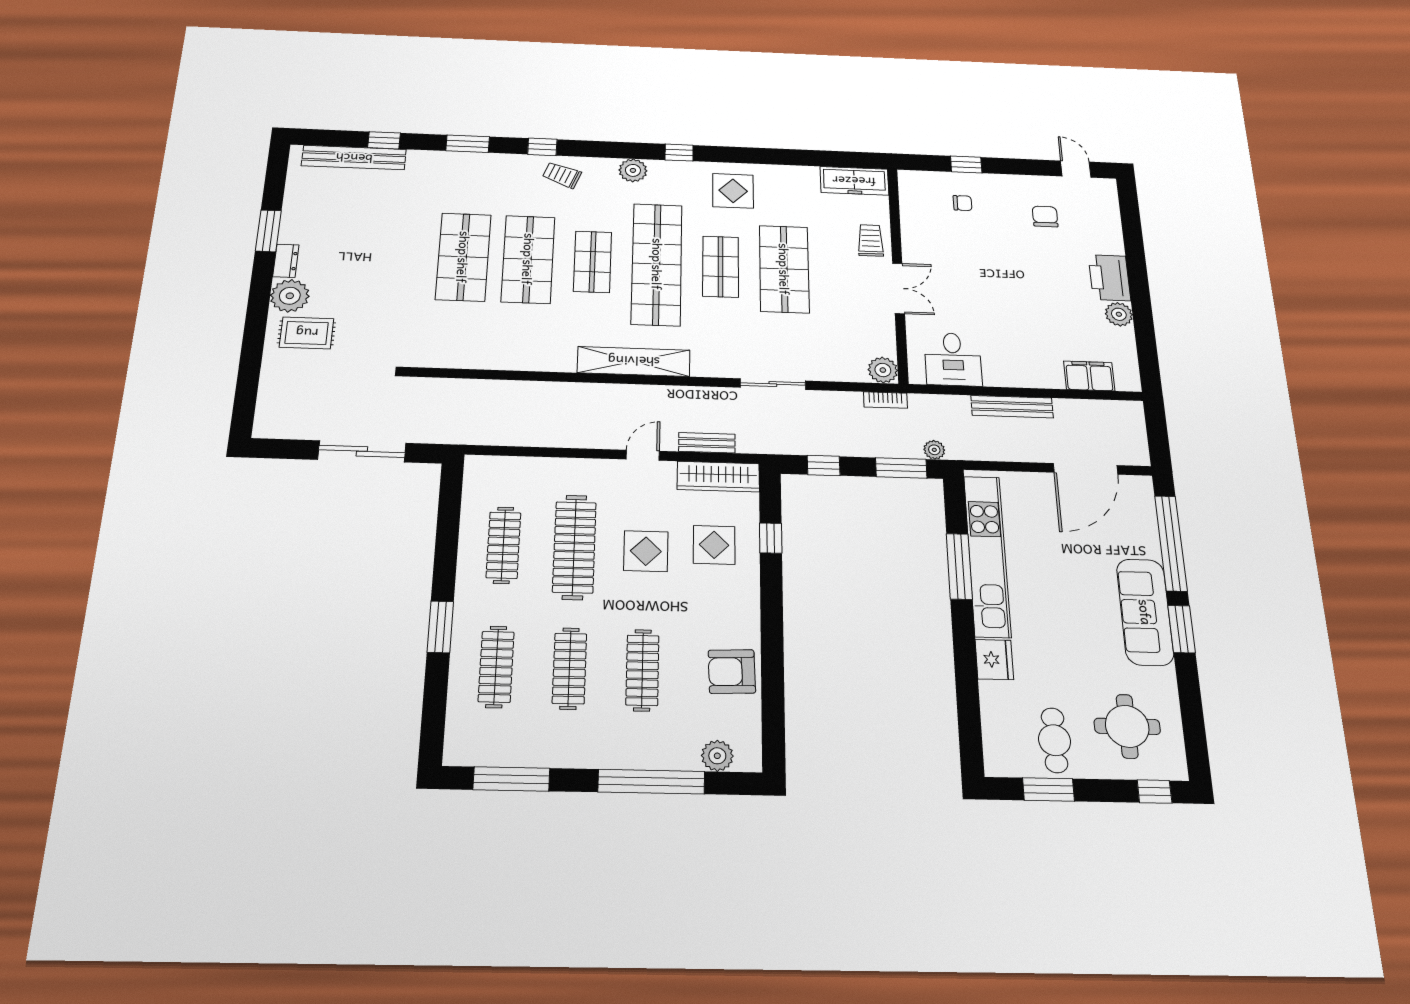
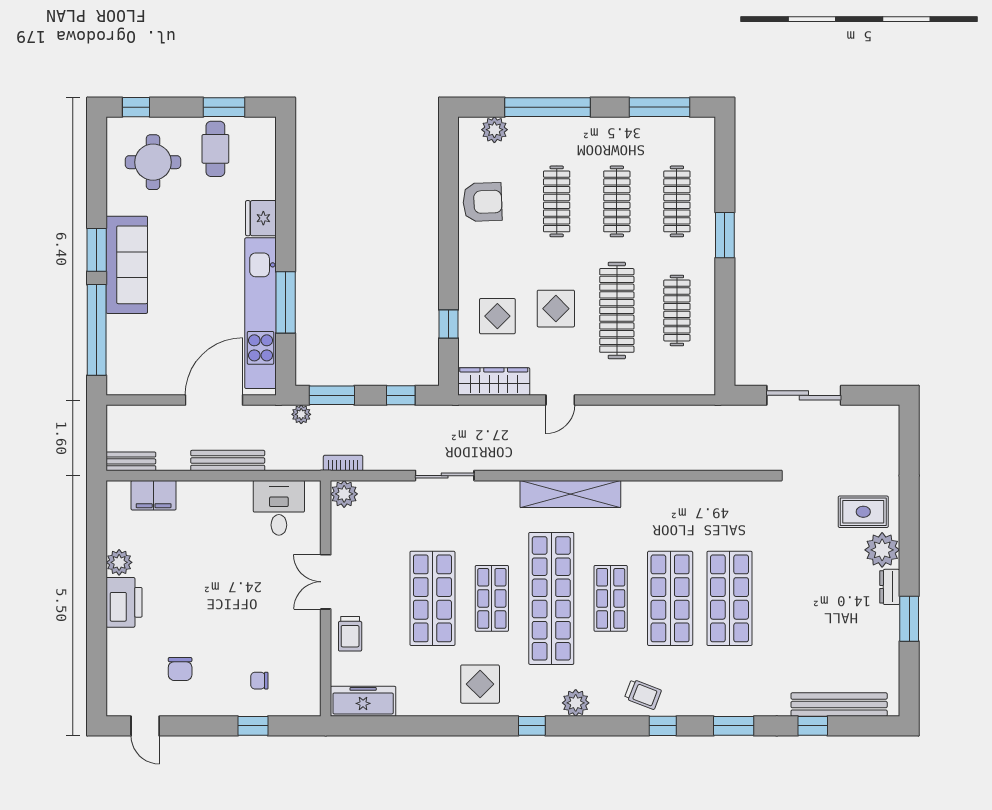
bench: (707, 443) -> (131, 461), moved
door: (1085, 469) -> (214, 400), moved

